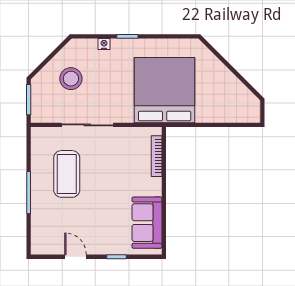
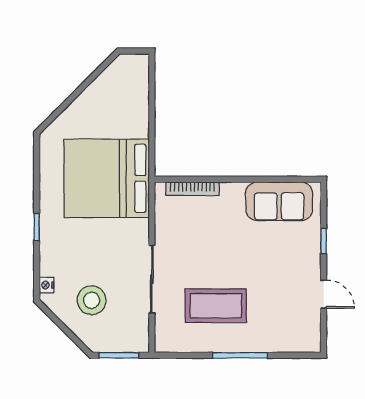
nightstand: (104, 44) -> (47, 285), moved
door: (76, 257) -> (324, 294), swing flipped

